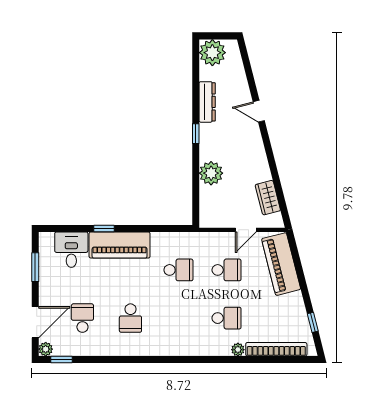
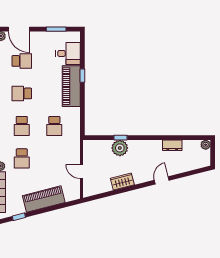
plant: (212, 53) -> (206, 145), width x0.53, depth x0.53
dresser: (207, 102) -> (172, 145), width x0.70
window: (196, 134) -> (120, 138), moved
wardrobe: (268, 198) -> (122, 182), moved
piano: (281, 264) -> (44, 199), moved
school desk: (227, 270) -> (22, 126), moved

